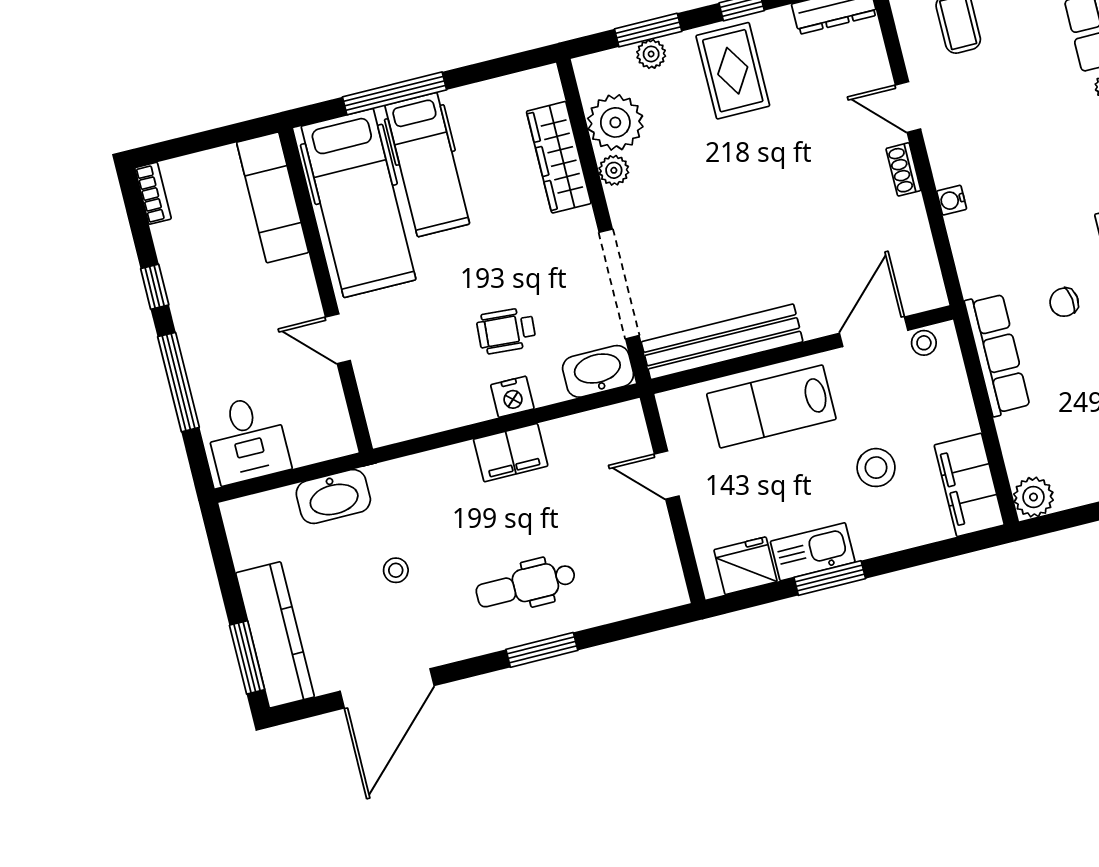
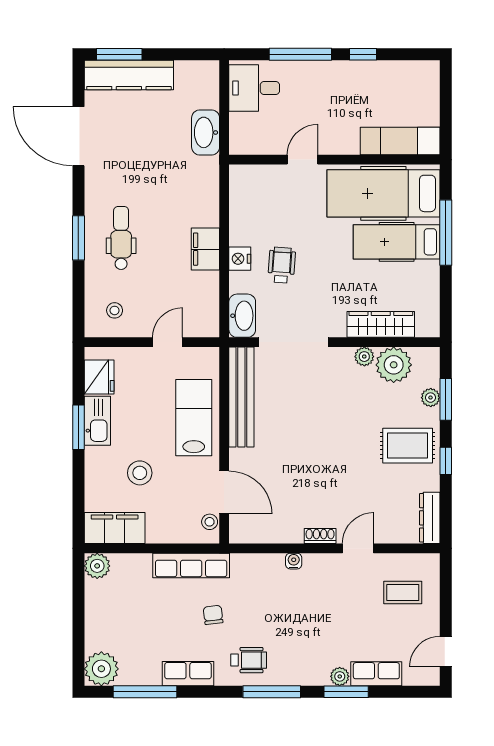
bookcase: (153, 193) -> (421, 68), removed
stool: (396, 570) -> (115, 310), moved

